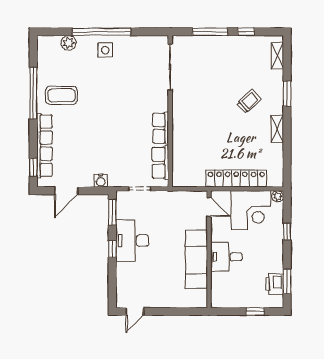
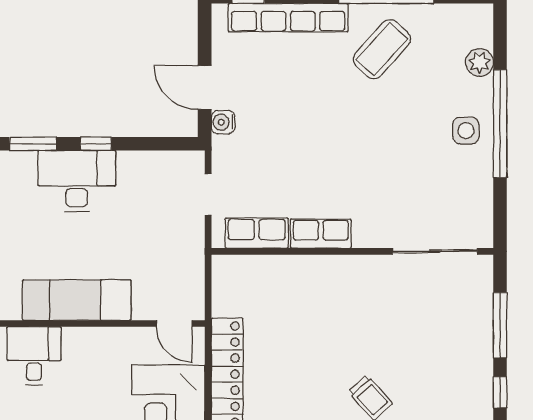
coffee table: (61, 95) -> (382, 49), turned 42
door: (66, 191) -> (205, 87), moved
door: (209, 207) -> (174, 324), hinge flipped
window: (112, 212) -> (33, 144), moved
desk: (132, 241) -> (77, 181), moved
desk: (226, 257) -> (34, 356), moved

